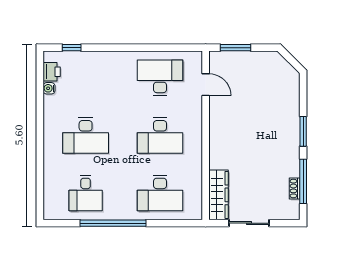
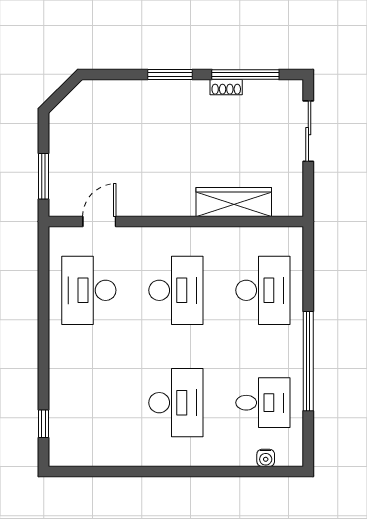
printer: (52, 72) -> (80, 454), removed
water cooler: (49, 88) -> (266, 458), moved
shoe rack: (295, 188) -> (226, 87), moved
wardrobe: (219, 195) -> (234, 202), moved
sliding door: (249, 223) -> (308, 131), moved

